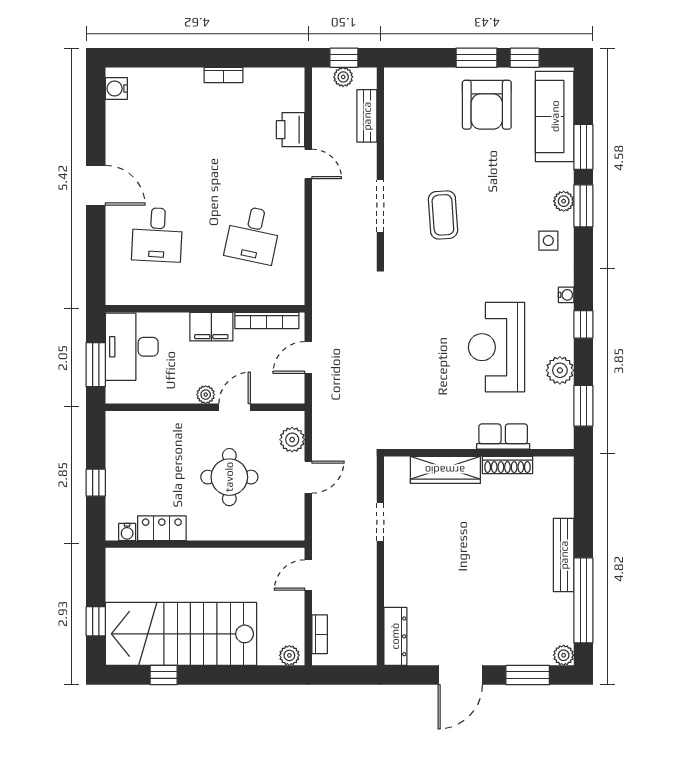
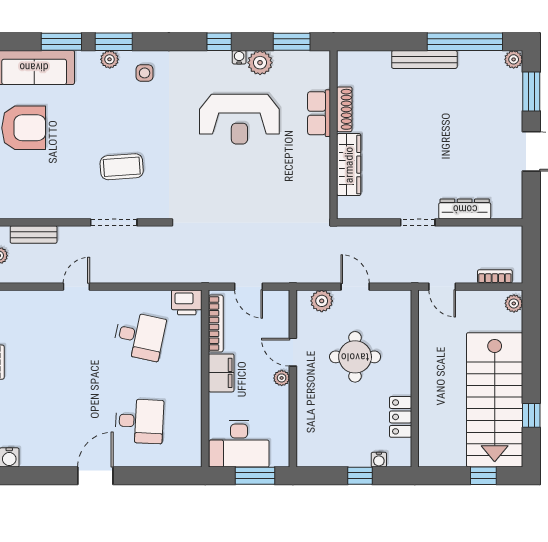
printer: (291, 130) -> (187, 302), moved
water cooler: (566, 295) -> (239, 57), moved
doorway: (380, 522) -> (418, 222), moved
water cooler: (127, 532) -> (379, 460), moved, turned 90
dresser: (395, 636) -> (465, 209), moved

